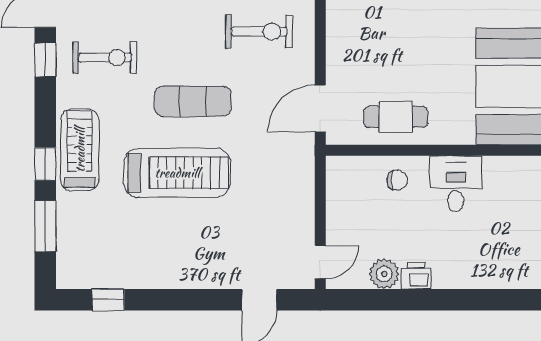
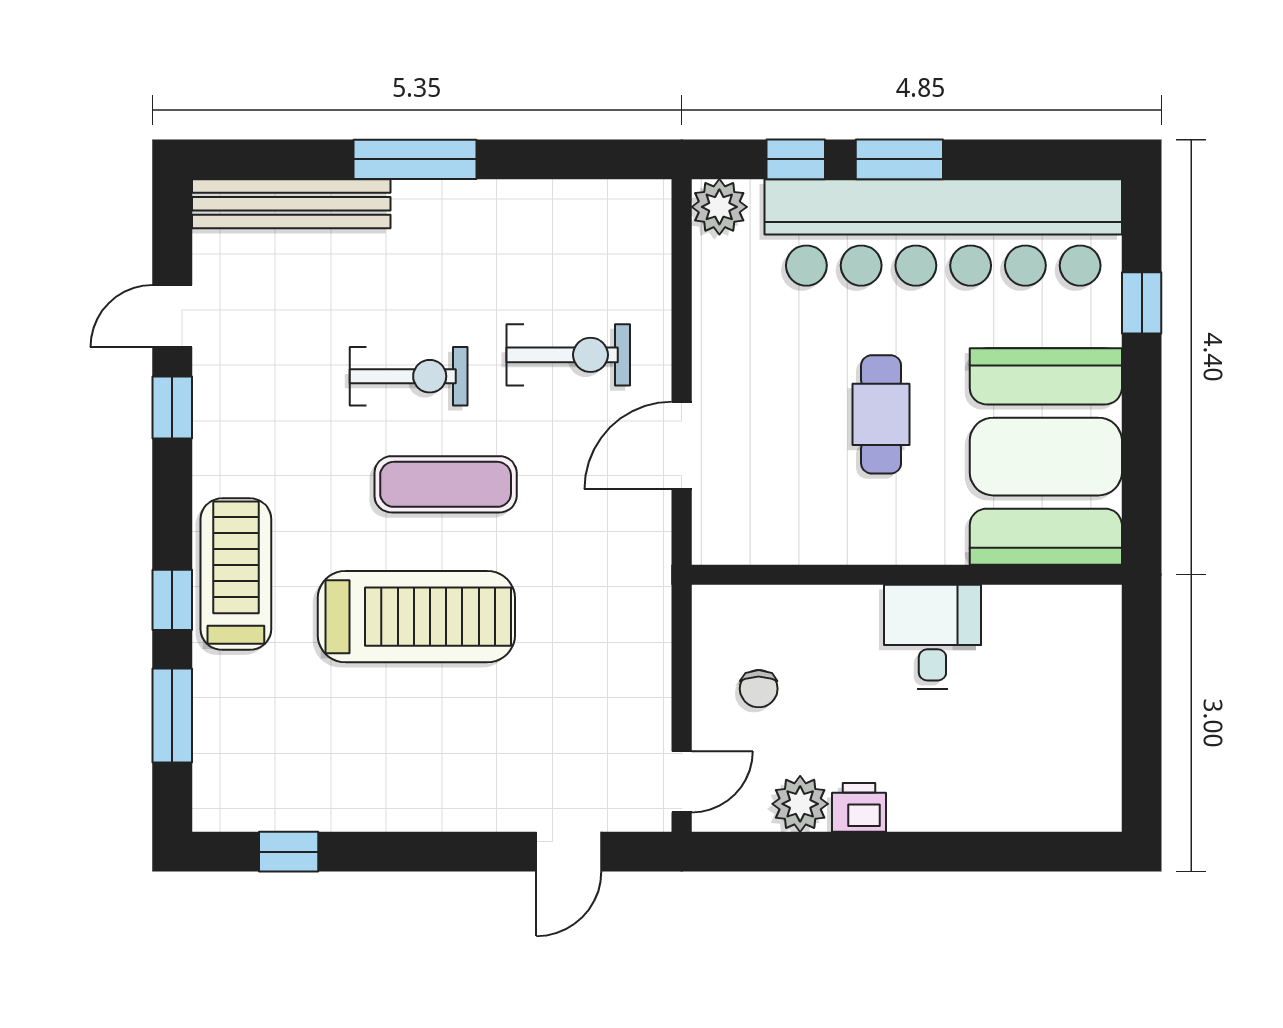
exercise bike: (105, 58) -> (409, 376), moved
door: (320, 108) -> (682, 445), moved
cafe table: (396, 117) -> (881, 414), moved, turned 90
chair: (397, 180) -> (759, 689), moved, turned 90

